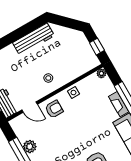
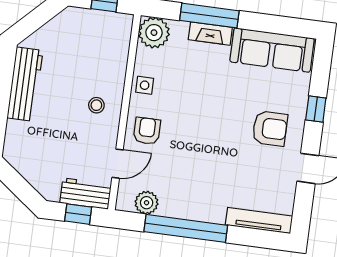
plant: (101, 73) -> (154, 33), width x1.88, depth x1.88
plant: (30, 147) -> (147, 203), moved

